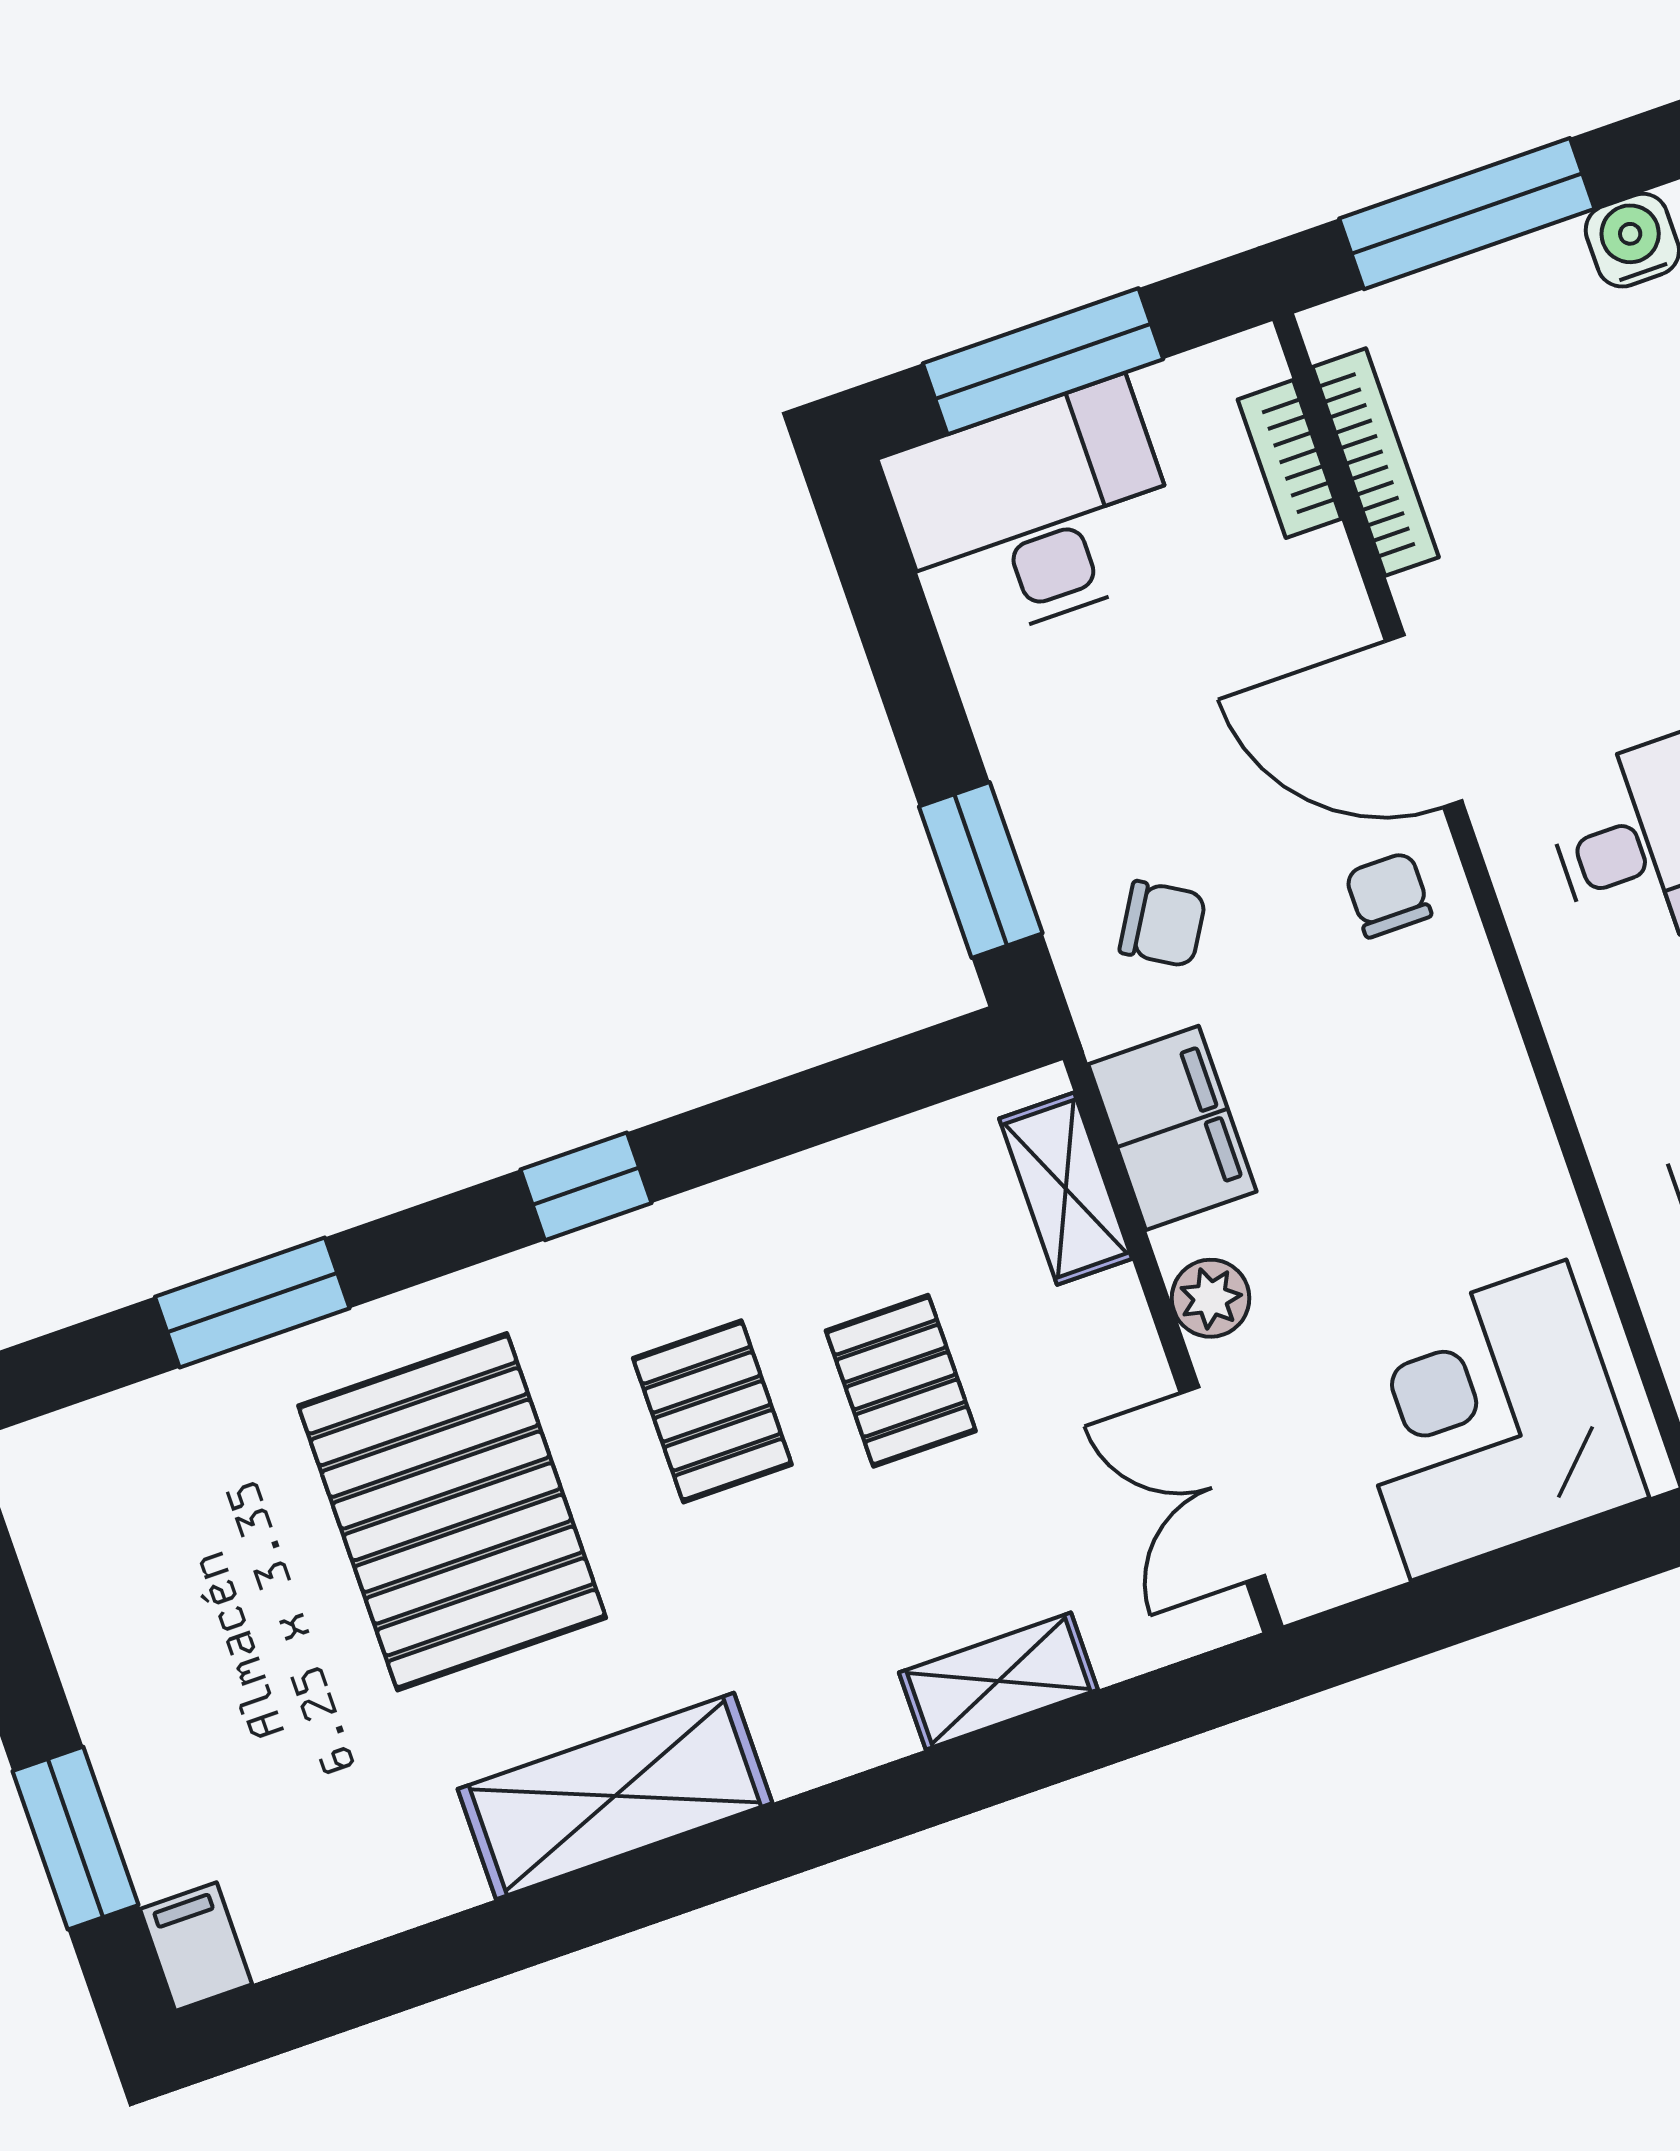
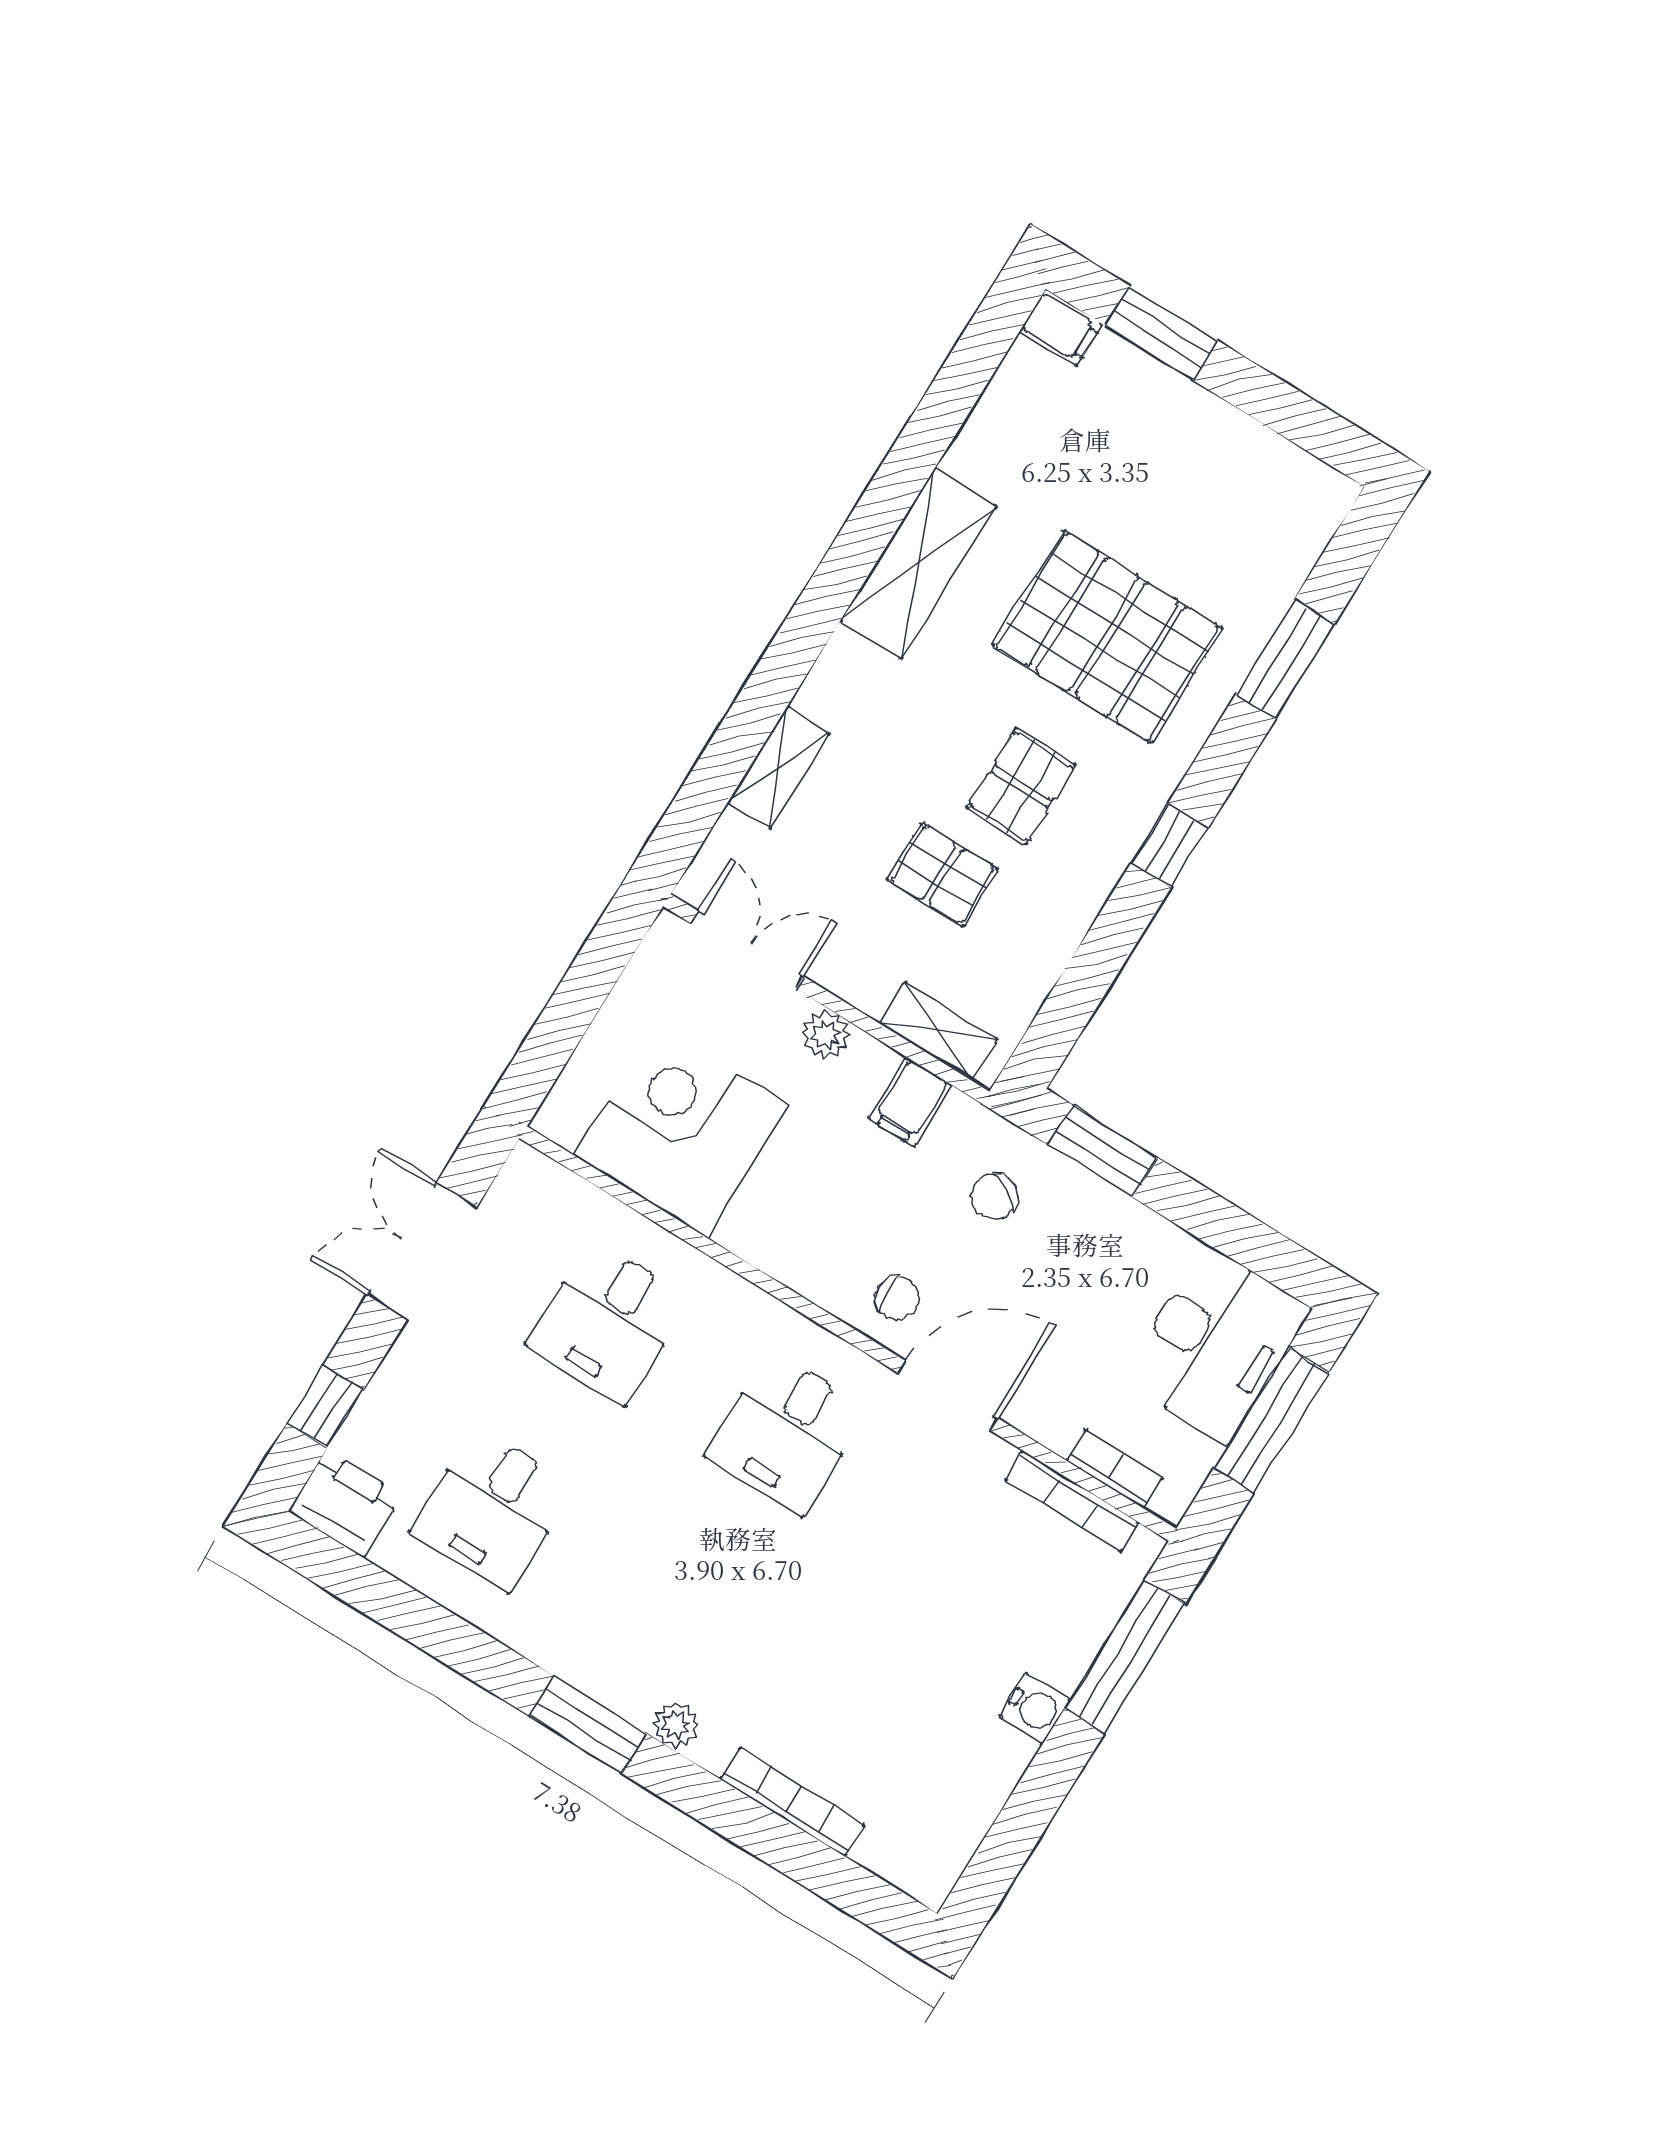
filing cabinet: (1172, 1128) -> (910, 1102), width x0.50
pallet: (712, 1411) -> (1021, 786), turned 90
corner desk: (1489, 1420) -> (681, 1130), moved, turned -90

